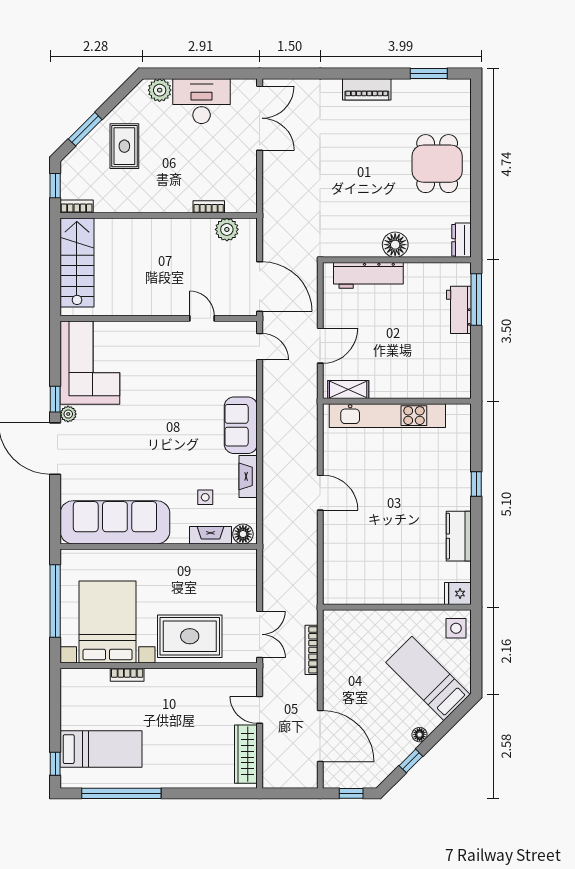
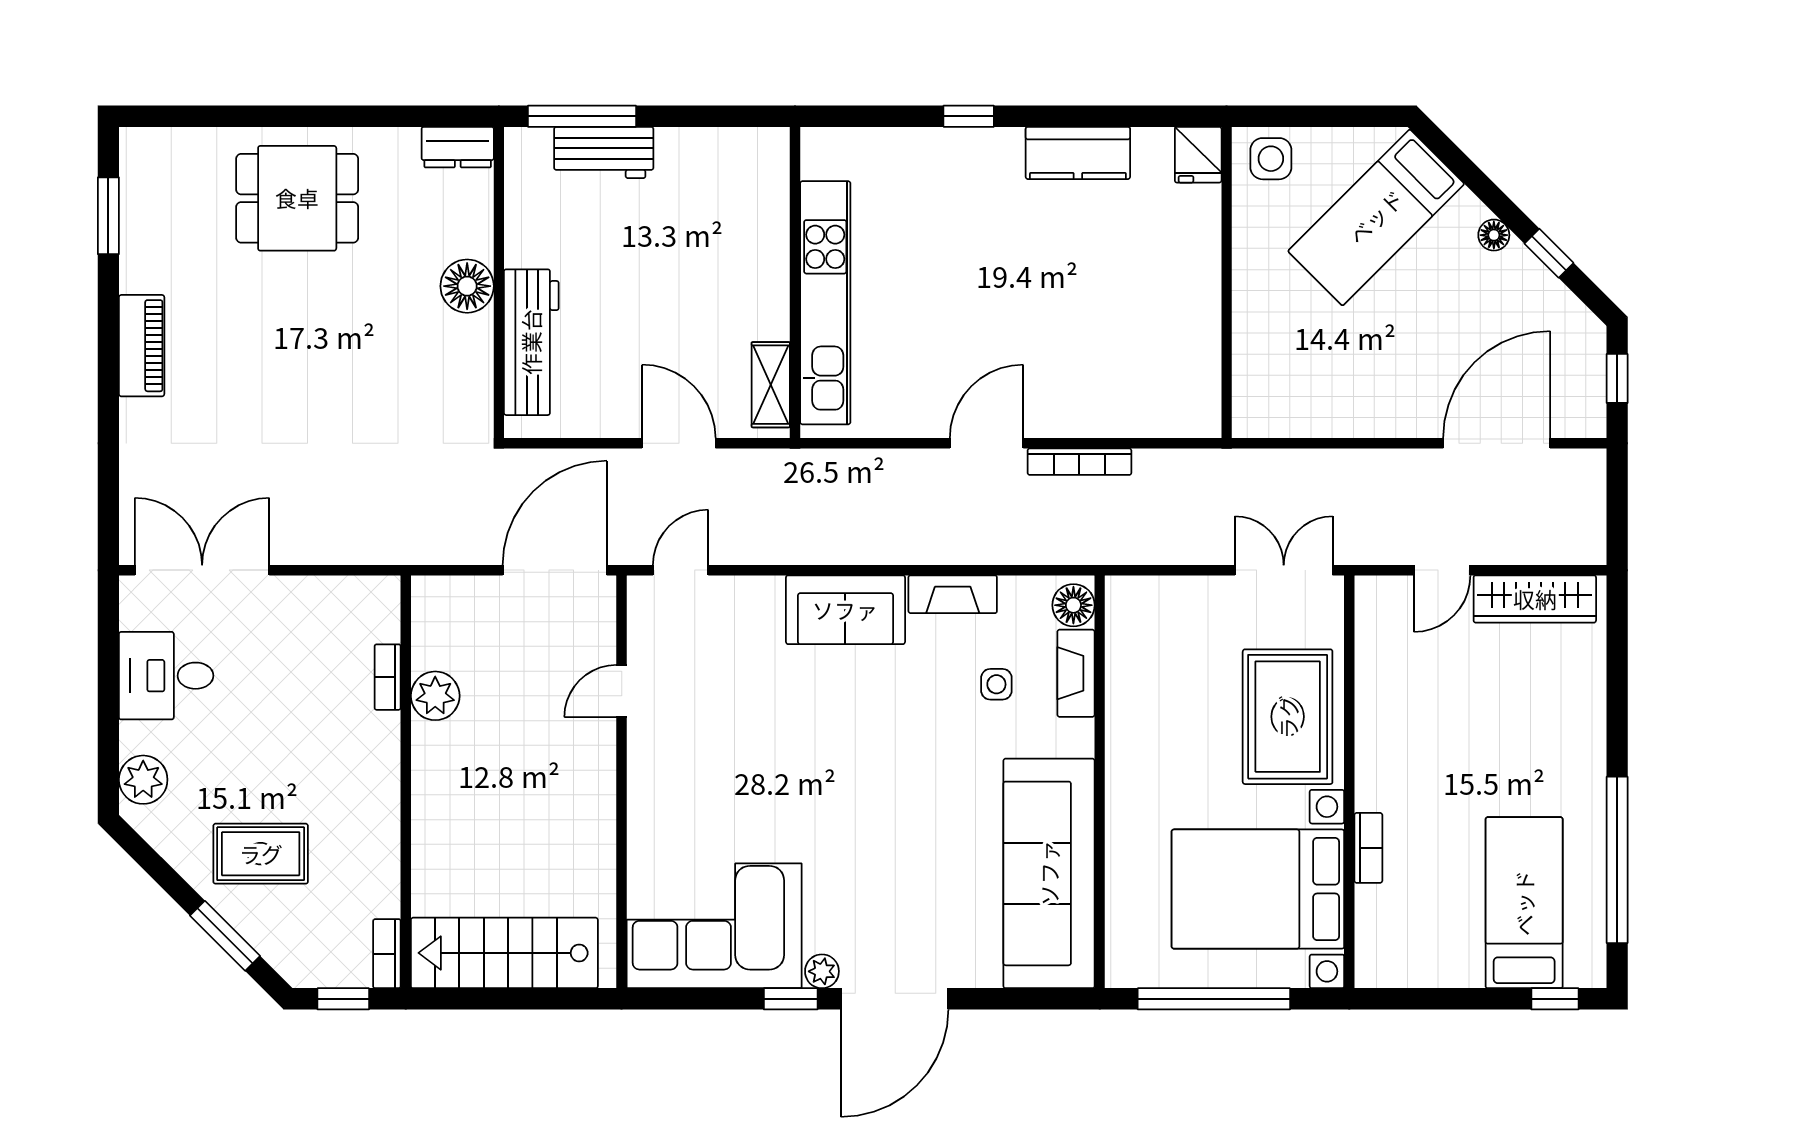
desk: (202, 101) -> (166, 676), width x0.73
plant: (227, 229) -> (435, 696), moved
bookcase: (311, 650) -> (1079, 462), moved

